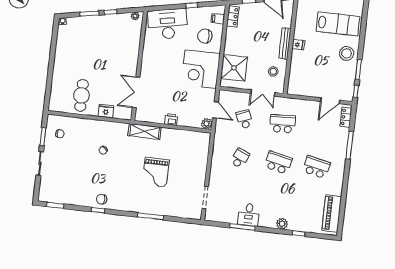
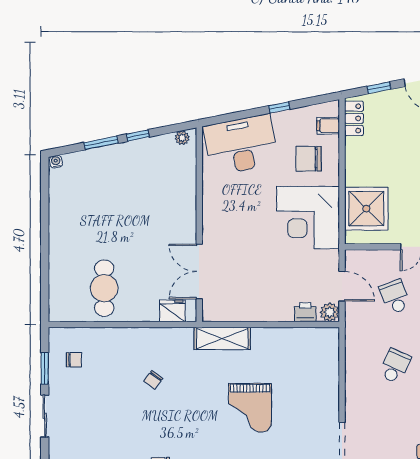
fridge: (106, 111) -> (173, 311), moved
printer: (171, 120) -> (305, 312), moved

